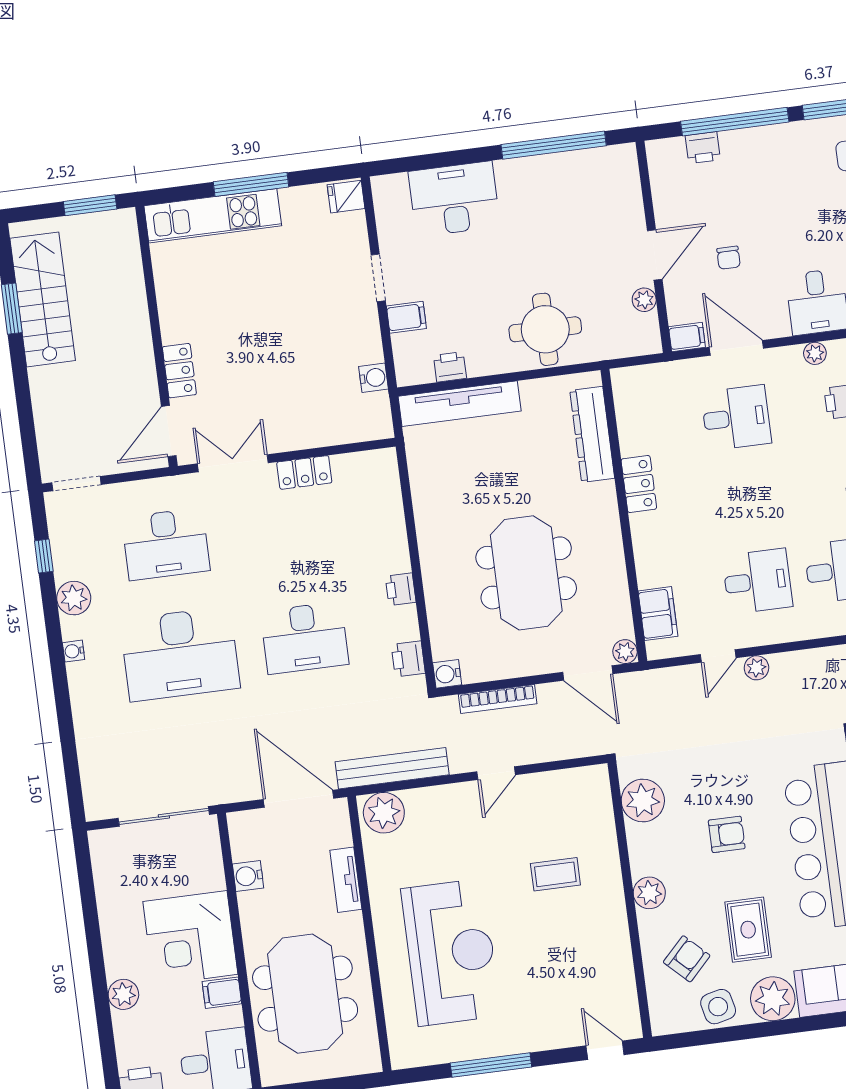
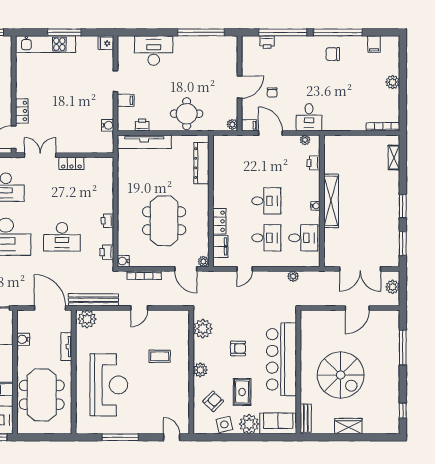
plant: (644, 300) -> (232, 124), moved
desk: (736, 418) -> (266, 201), moved
locker: (639, 484) -> (219, 221), moved
plant: (756, 668) -> (293, 276), moved

